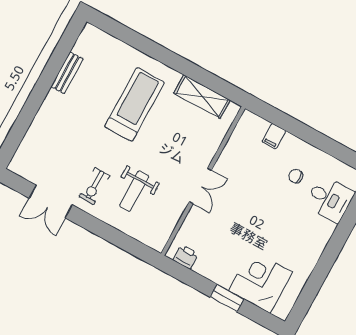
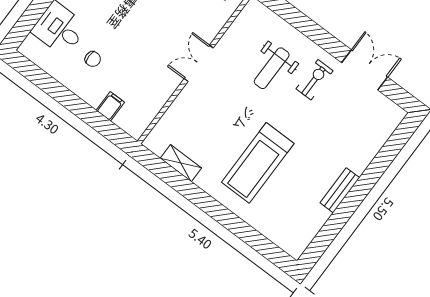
bench: (67, 73) -> (340, 190), moved
shelving: (202, 97) -> (181, 163), width x0.67, depth x0.75
weight bench: (134, 191) -> (272, 68), turned 180

